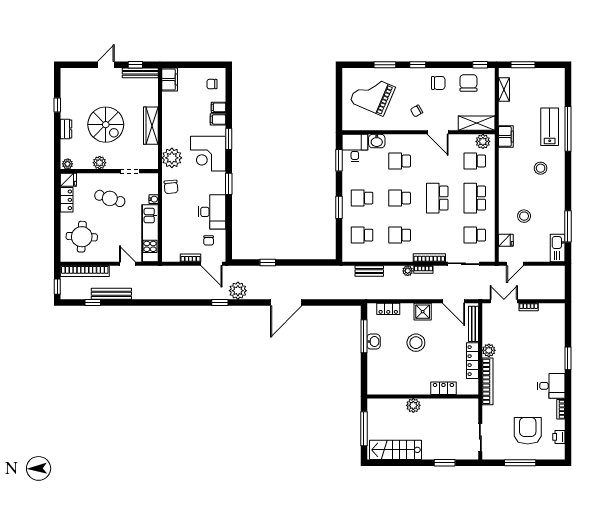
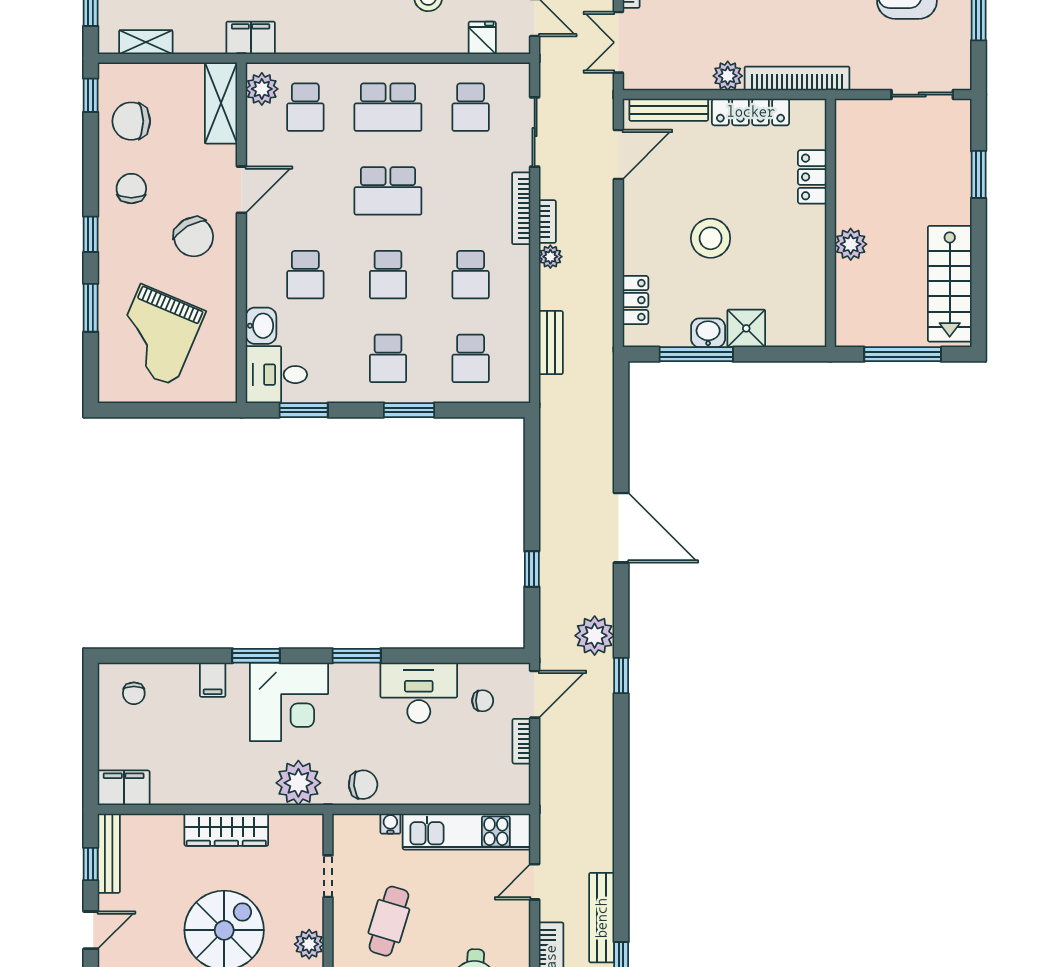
door: (106, 65) -> (91, 930), swing flipped
filing cabinet: (218, 107) -> (186, 679), removed
chair: (417, 111) -> (194, 237), width x1.87, depth x1.87
shower: (423, 312) -> (746, 328), moved

